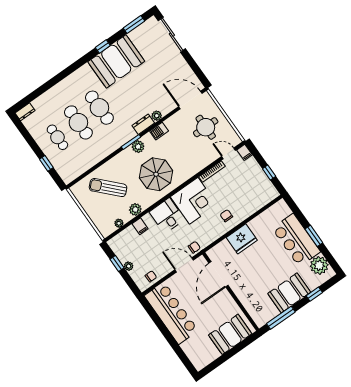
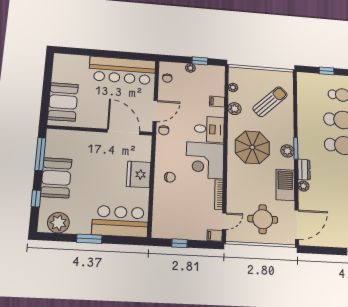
barbecue: (159, 131) -> (285, 185), width x1.88, depth x1.53
bar counter: (296, 240) -> (120, 221), moved

